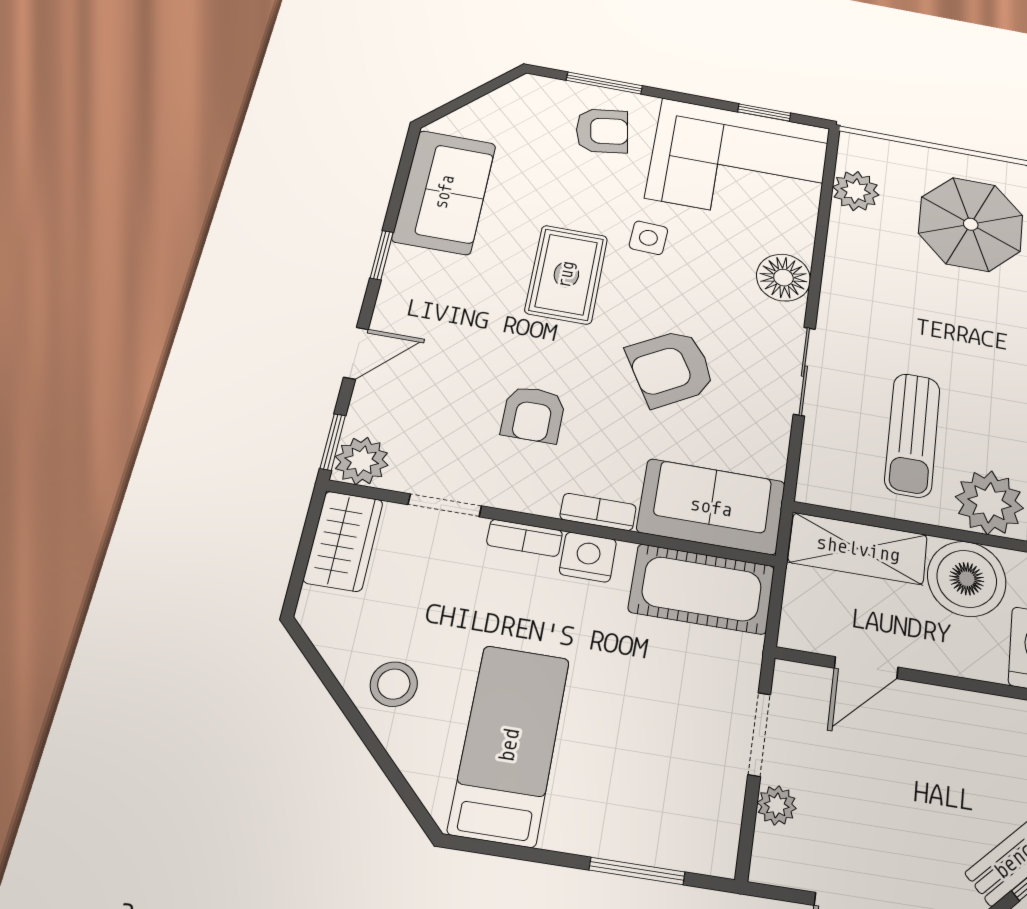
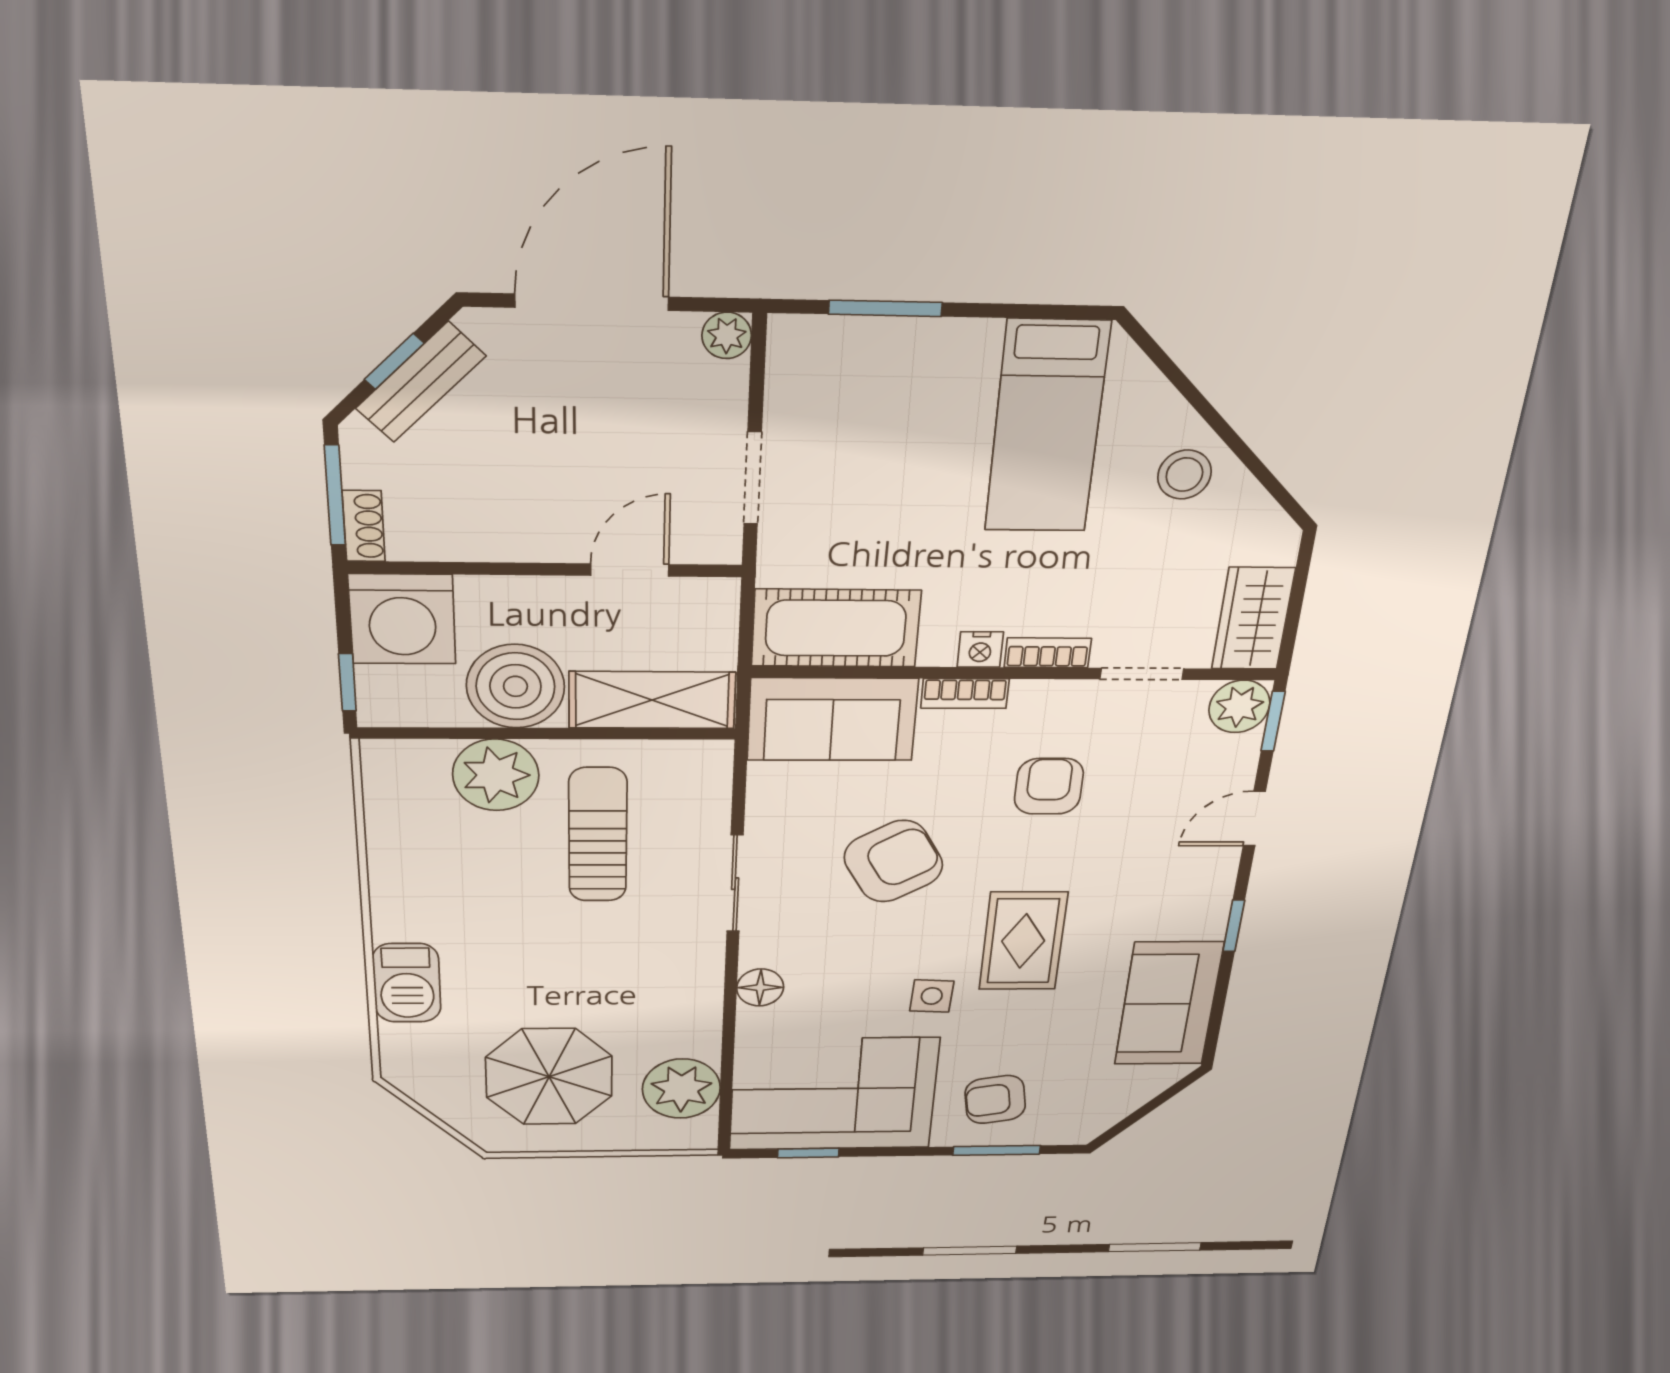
plant: (856, 191) -> (681, 1089), width x1.36, depth x1.36
floor lamp: (783, 278) -> (760, 987), width x0.73, depth x0.73
nightstand: (588, 557) -> (980, 649), width x0.72, depth x0.74
plant: (777, 805) -> (727, 335), moved

